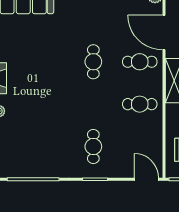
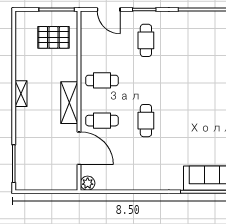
door: (146, 179) -> (109, 9), moved

